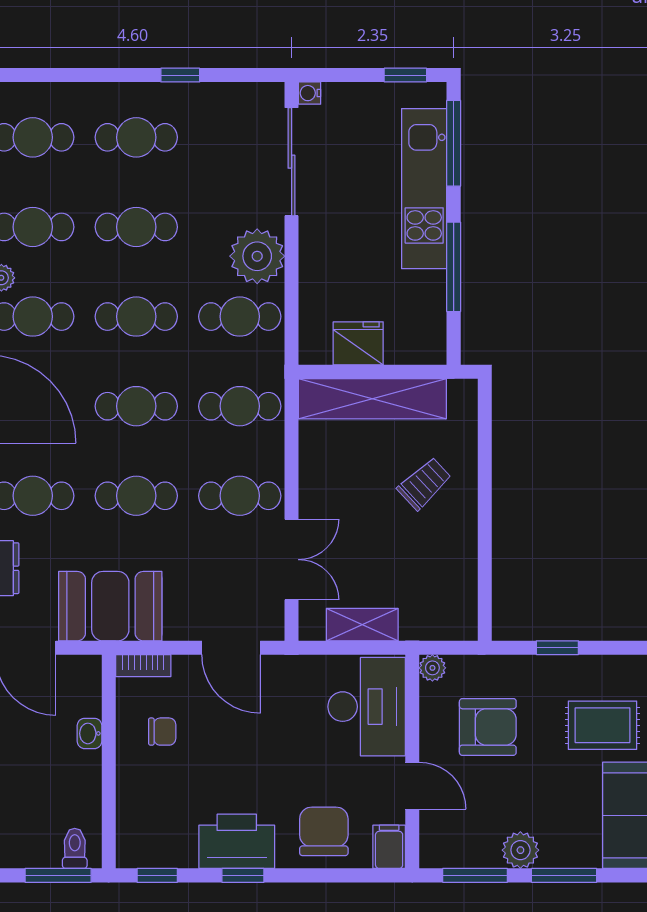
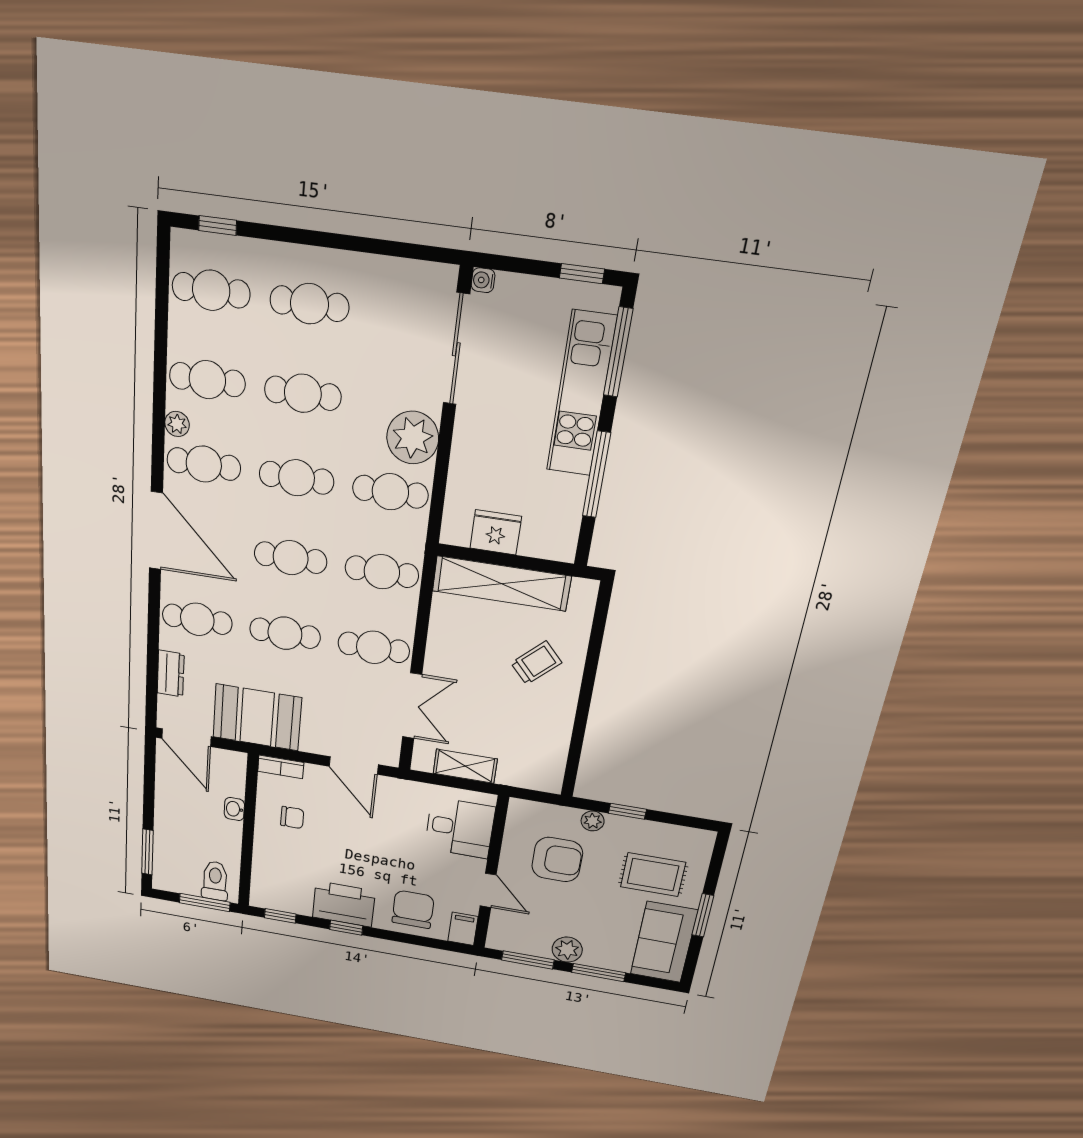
window: (180, 75) -> (218, 225), moved
plant: (432, 668) -> (593, 821), moved
desk: (367, 707) -> (460, 828), width x0.73
toilet: (75, 848) -> (215, 881), width x1.37, depth x1.39

